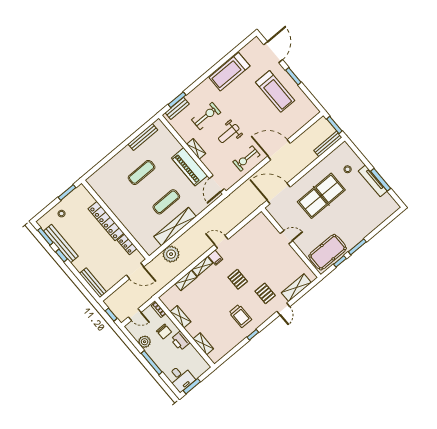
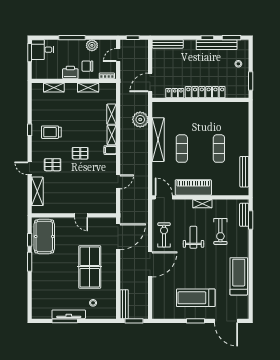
door: (286, 237) -> (81, 215), hinge flipped
door: (221, 242) -> (118, 182), moved

